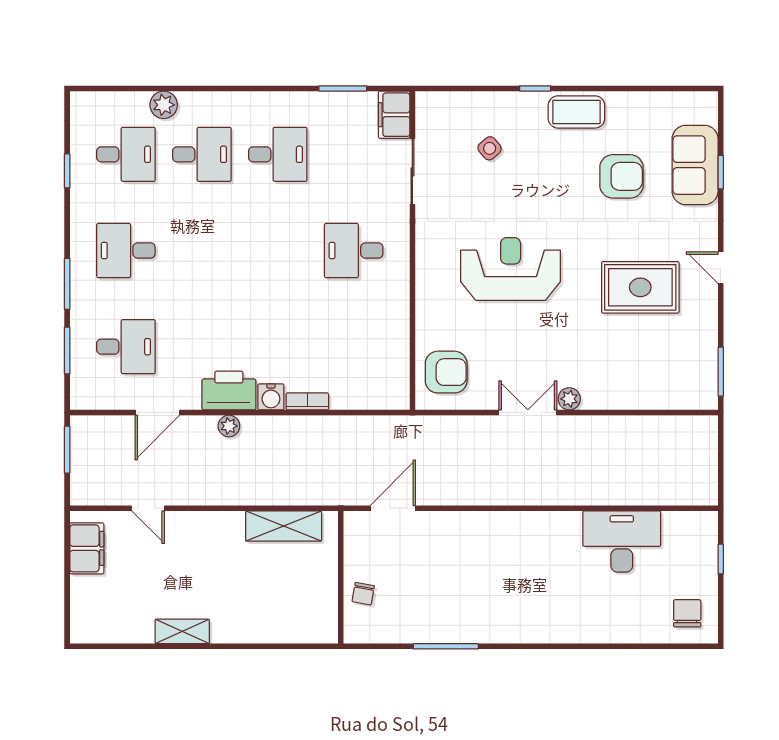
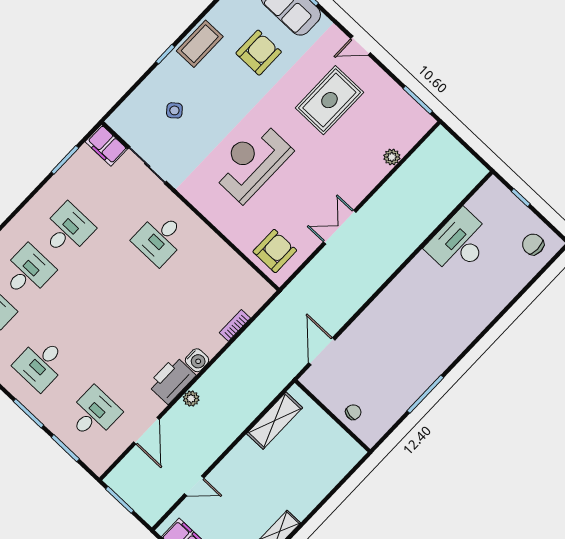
plant: (569, 399) -> (392, 157), moved
bookcase: (307, 401) -> (235, 325), moved
chair: (363, 594) -> (353, 412), turned -90

